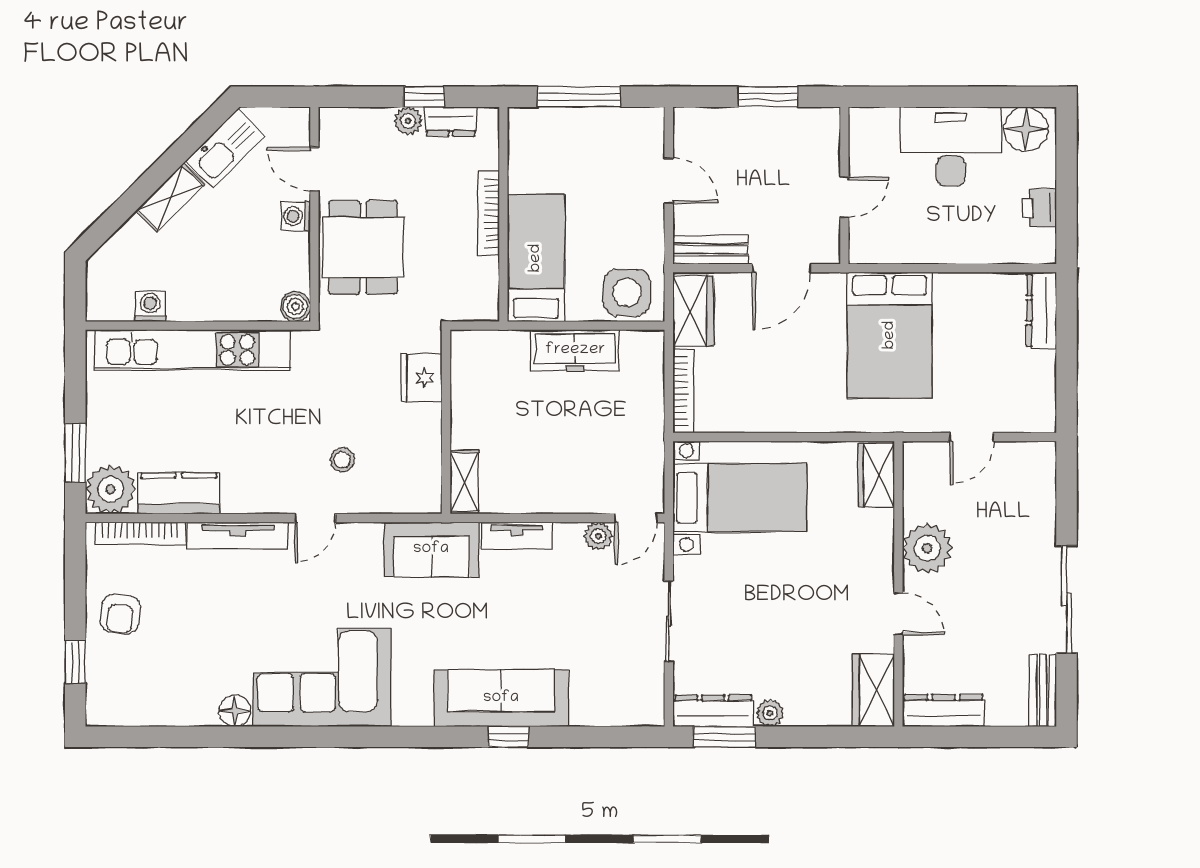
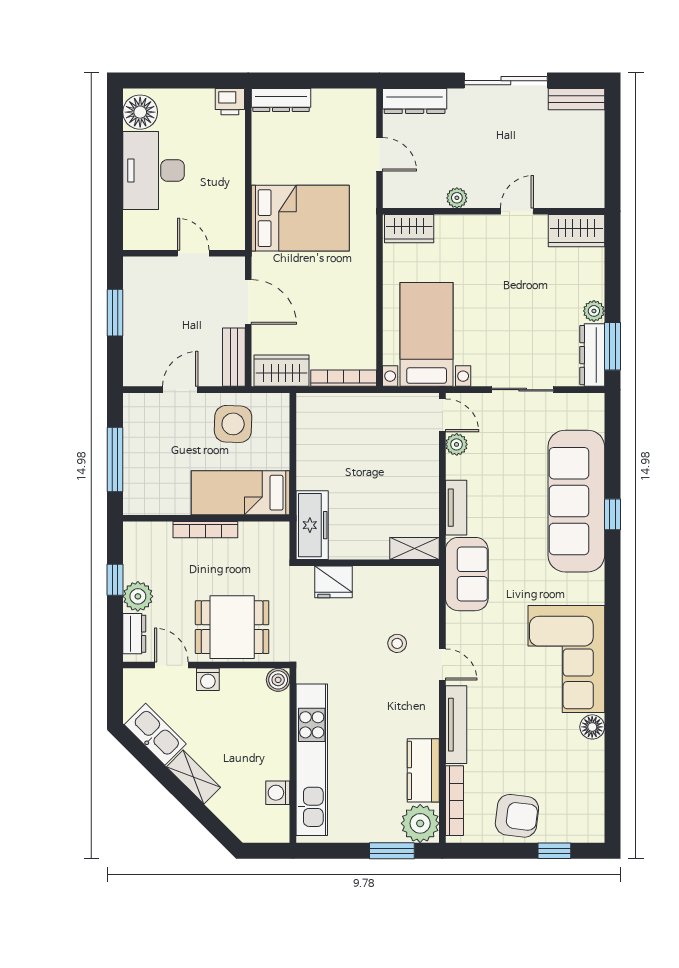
plant: (408, 121) -> (138, 596), width x1.38, depth x1.38
dresser: (451, 121) -> (134, 634), moved
door: (314, 169) -> (171, 665), swing flipped
printer: (1039, 208) -> (230, 102), moved
side table: (627, 293) -> (233, 424), moved
freezer: (575, 350) -> (312, 525), moved
plant: (927, 548) -> (457, 198), width x0.53, depth x0.53
armchair: (120, 614) -> (517, 816), width x1.38, depth x1.38
sofa: (501, 698) -> (576, 501), width x1.36, depth x1.27
dresser: (944, 710) -> (415, 101), moved, turned -90

